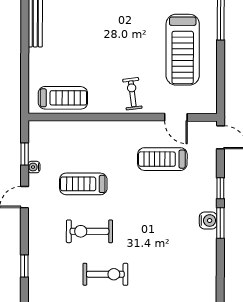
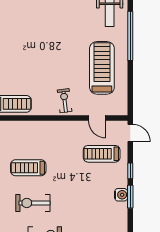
treadmill: (183, 50) -> (102, 68), turned 180
treadmill: (162, 159) -> (102, 154), moved

